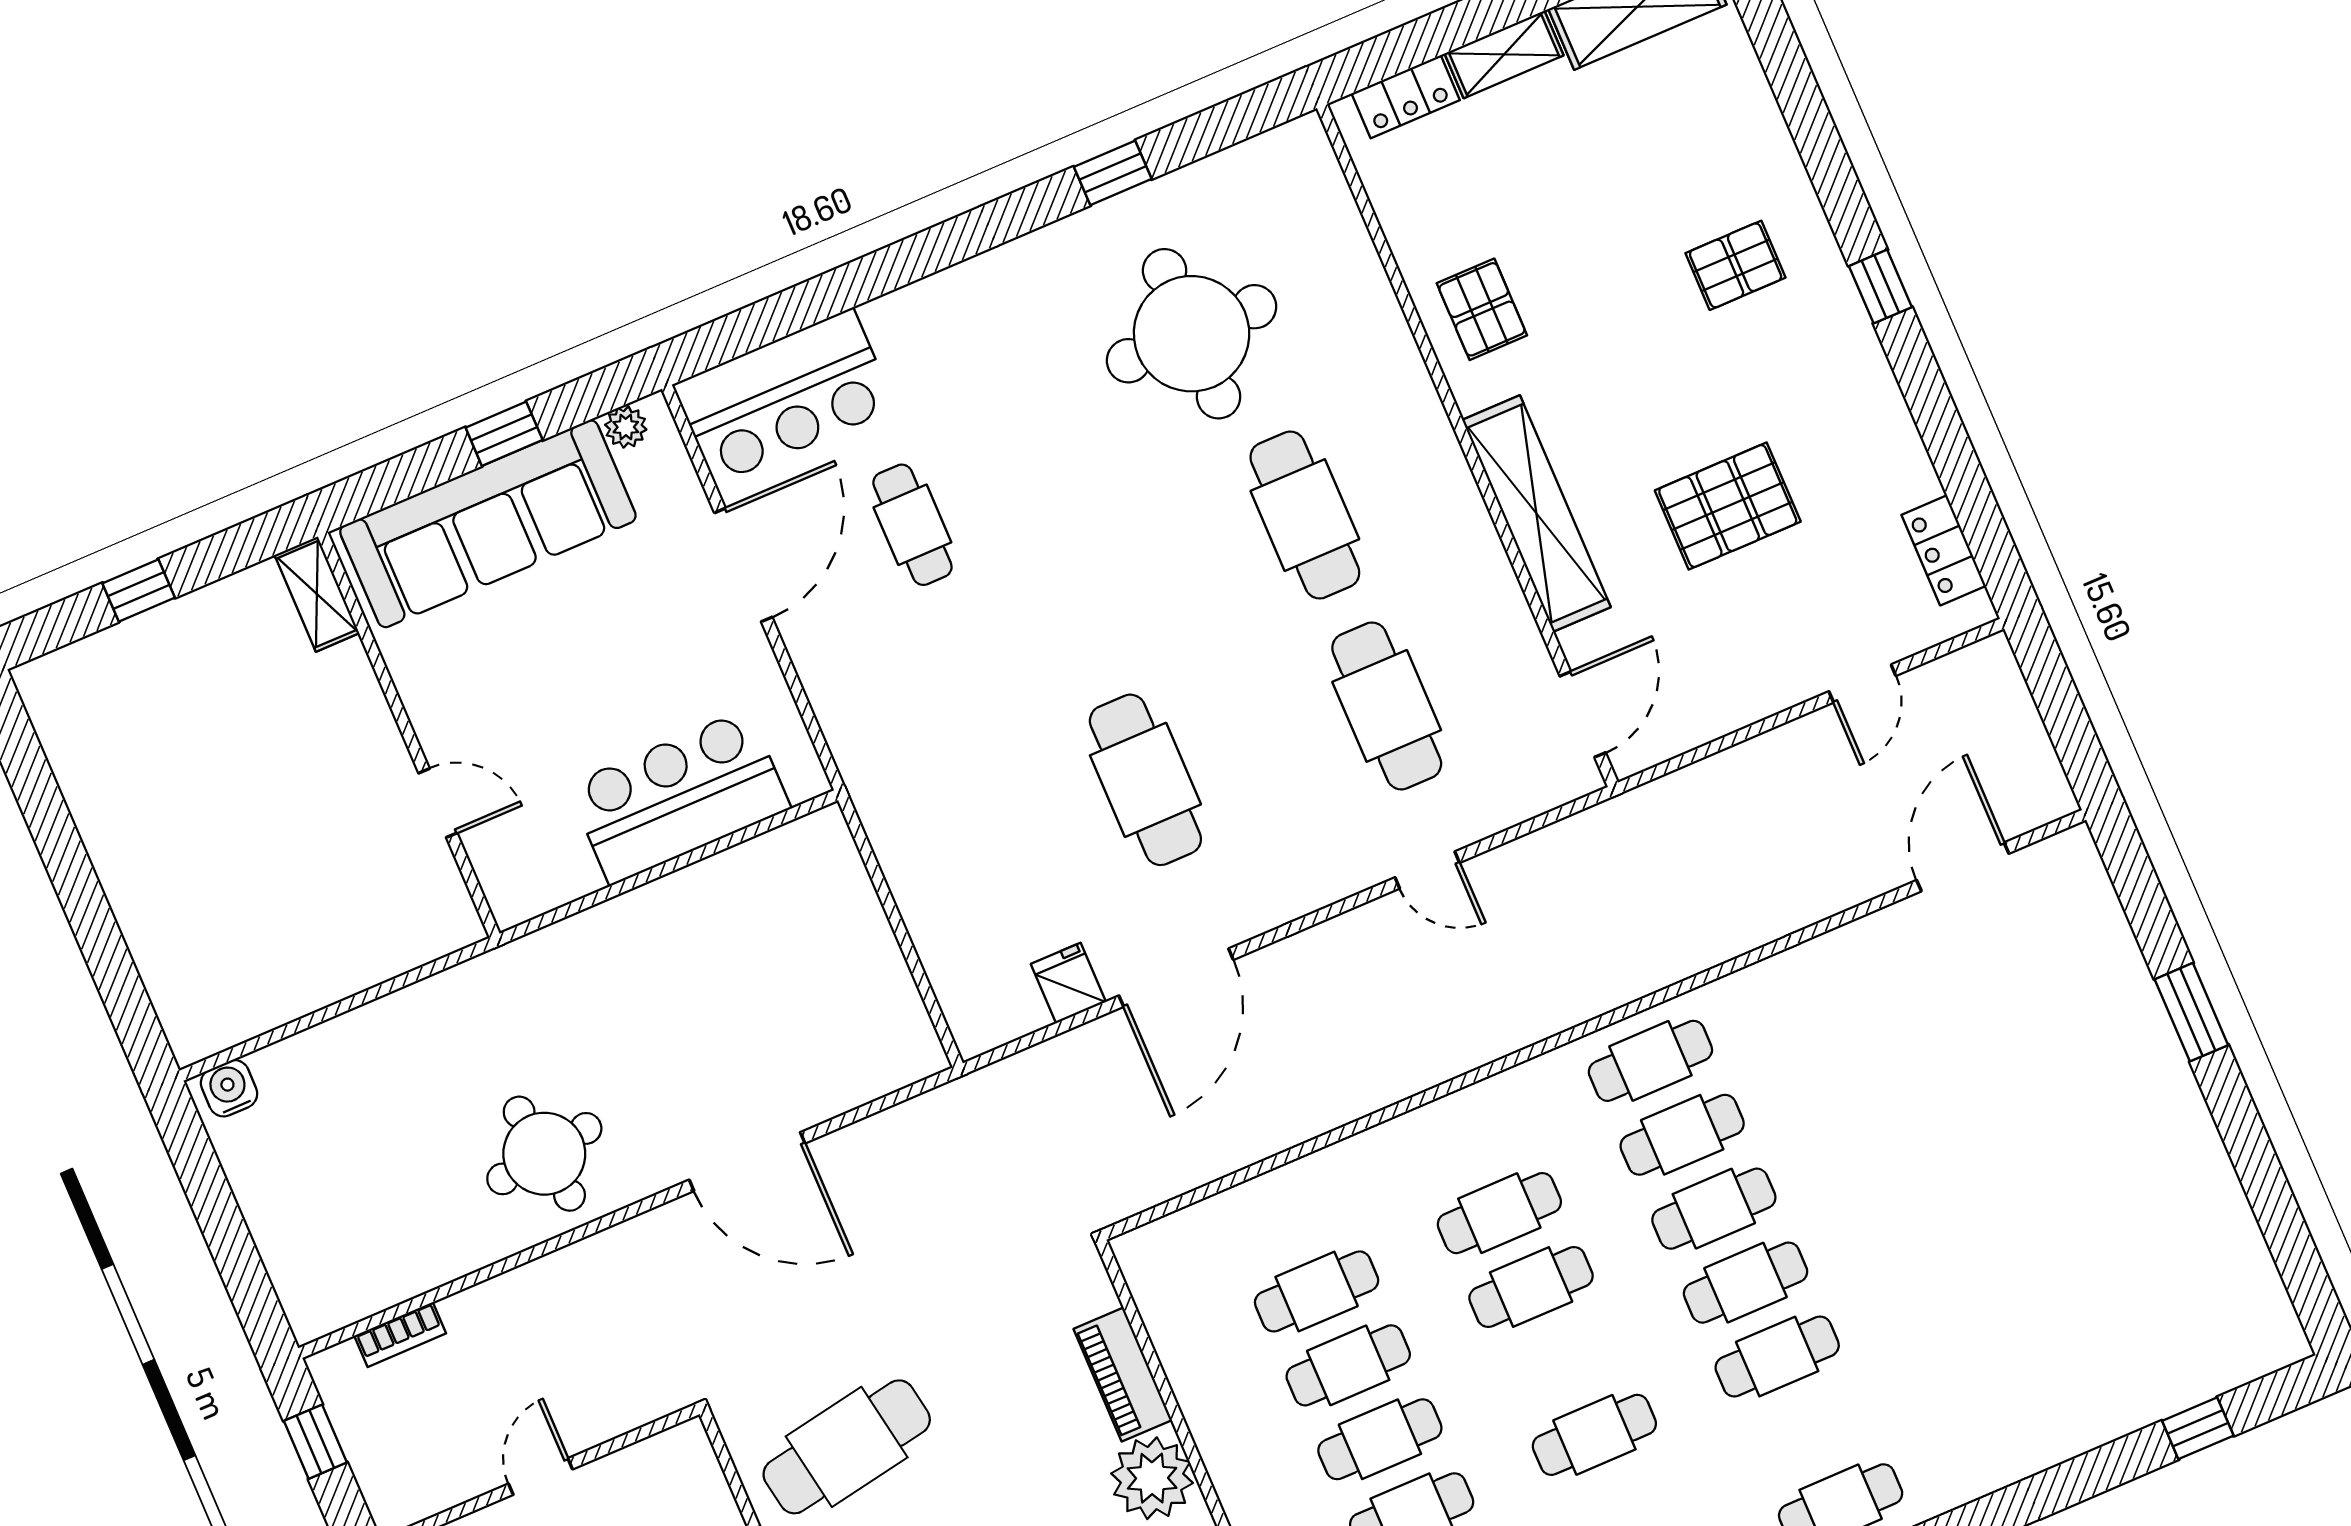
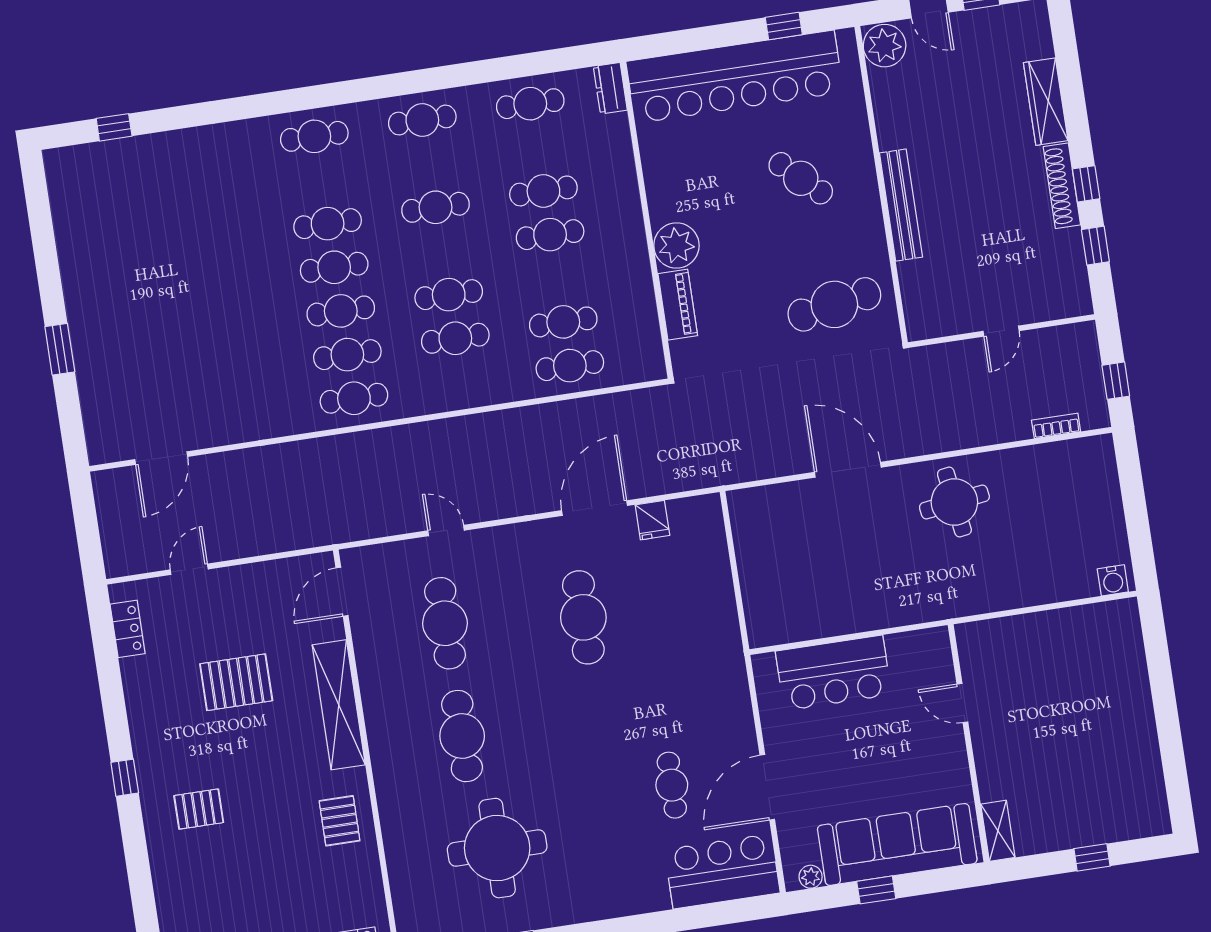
cafe table: (1348, 1365) -> (570, 366), moved

